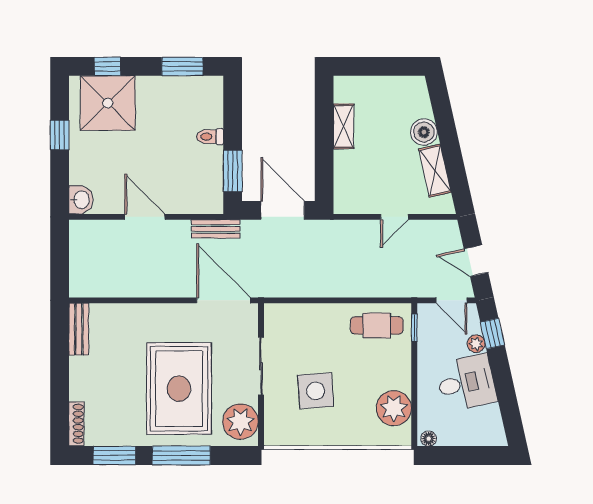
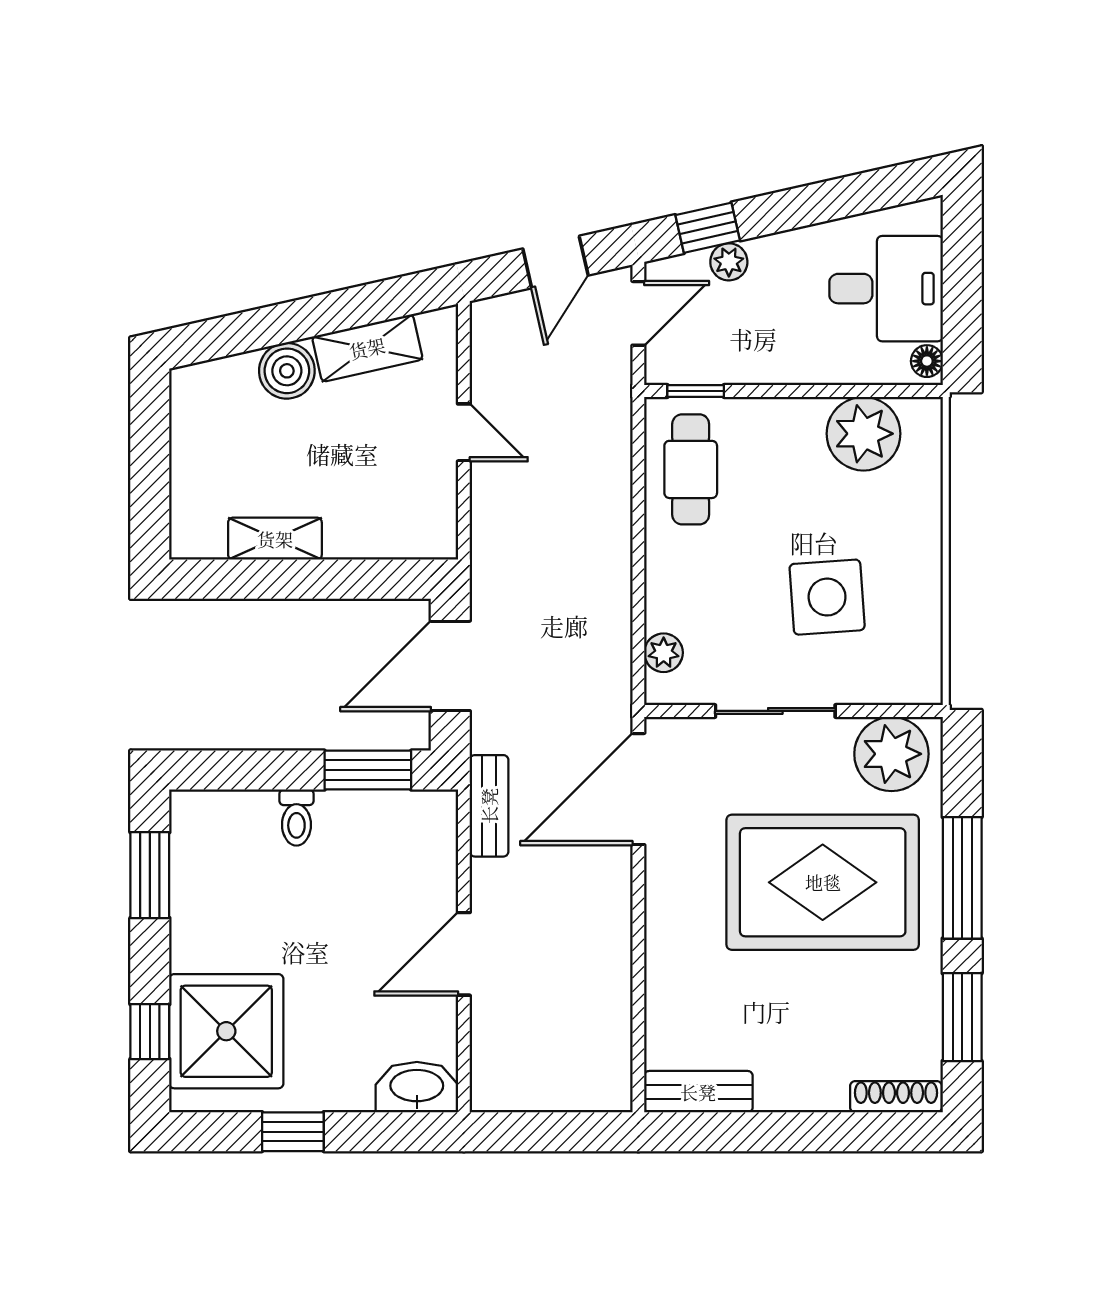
washbasin: (81, 200) -> (417, 1087), width x1.38
plant: (289, 312) -> (664, 653), added
desk: (466, 383) -> (886, 289), moved, turned 103

